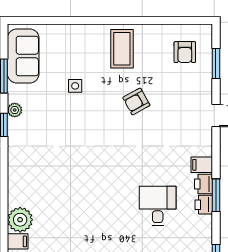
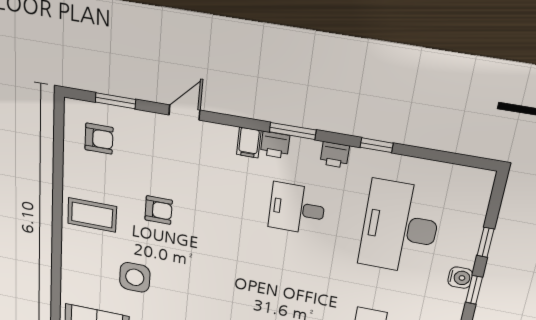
side table: (75, 86) -> (135, 277), width x1.87, depth x1.87
armchair: (136, 101) -> (159, 210), turned -61
printer: (204, 205) -> (335, 155), moved

